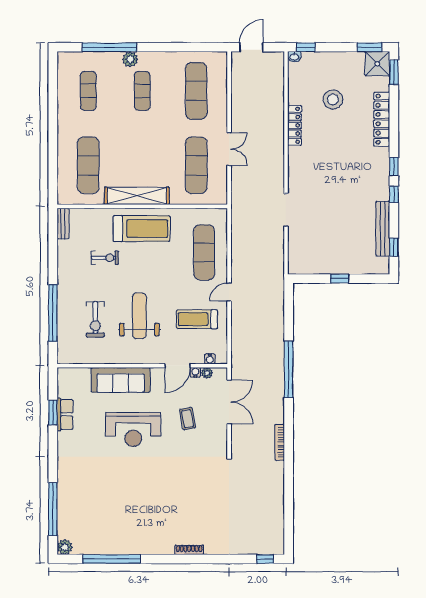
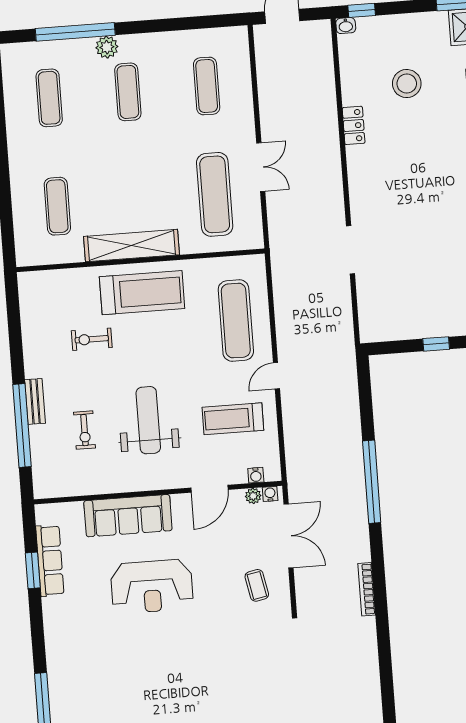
exercise mat: (196, 91) -> (207, 86), width x0.73, depth x0.69
locker: (294, 125) -> (354, 125), width x0.66
exercise mat: (88, 165) -> (57, 206), width x0.73, depth x0.69
bench: (63, 223) -> (35, 401), moved
exercise bike: (105, 258) -> (92, 339), turned 180
exercise bike: (95, 319) -> (85, 430), width x0.73, depth x0.72
water cooler: (195, 372) -> (270, 494), moved
row of seats: (65, 414) -> (50, 561), width x1.48
coffee table: (188, 419) -> (257, 585), moved

